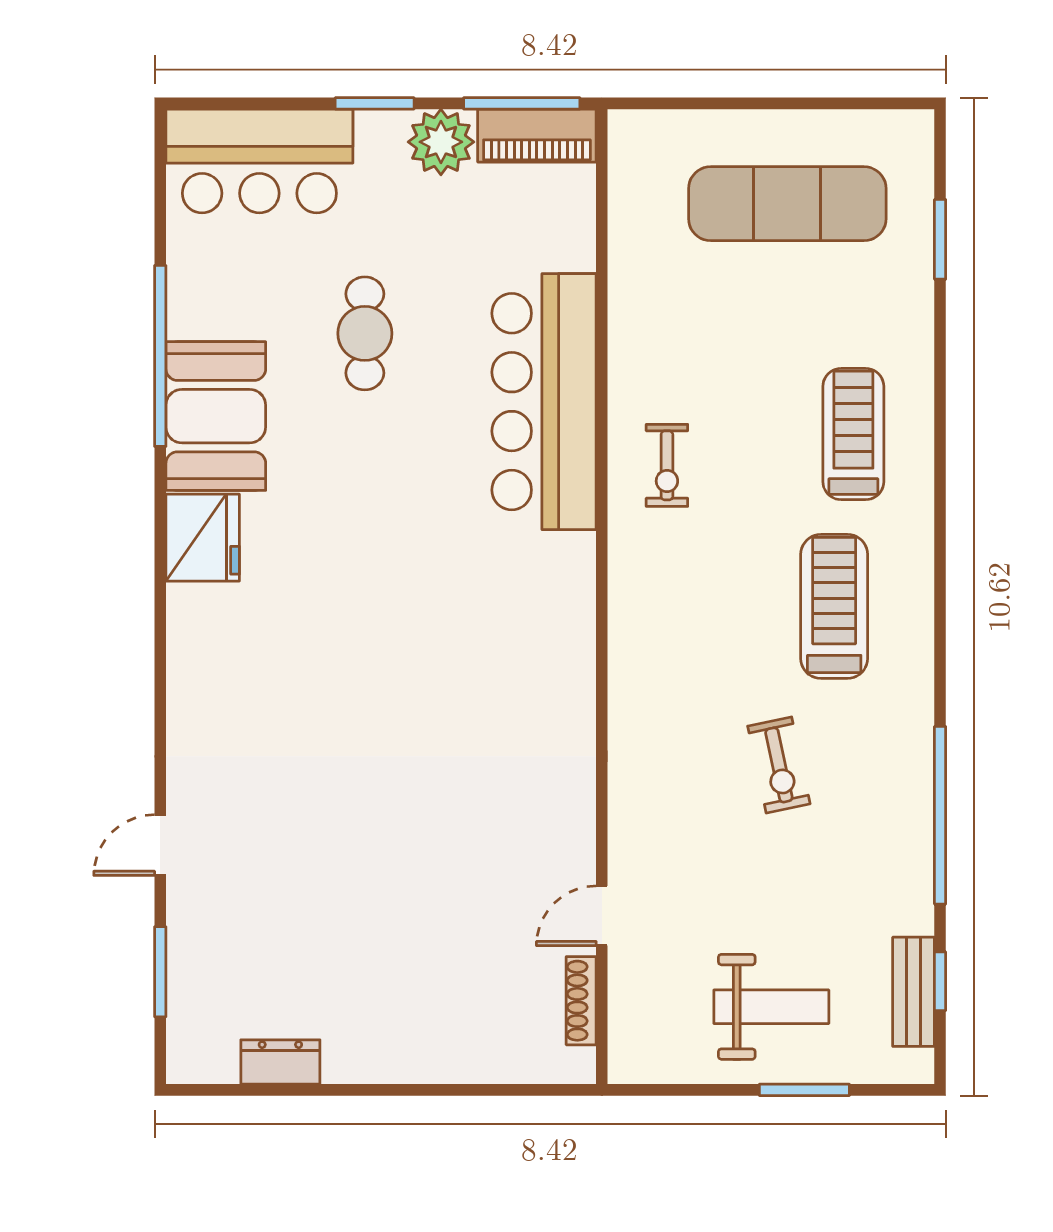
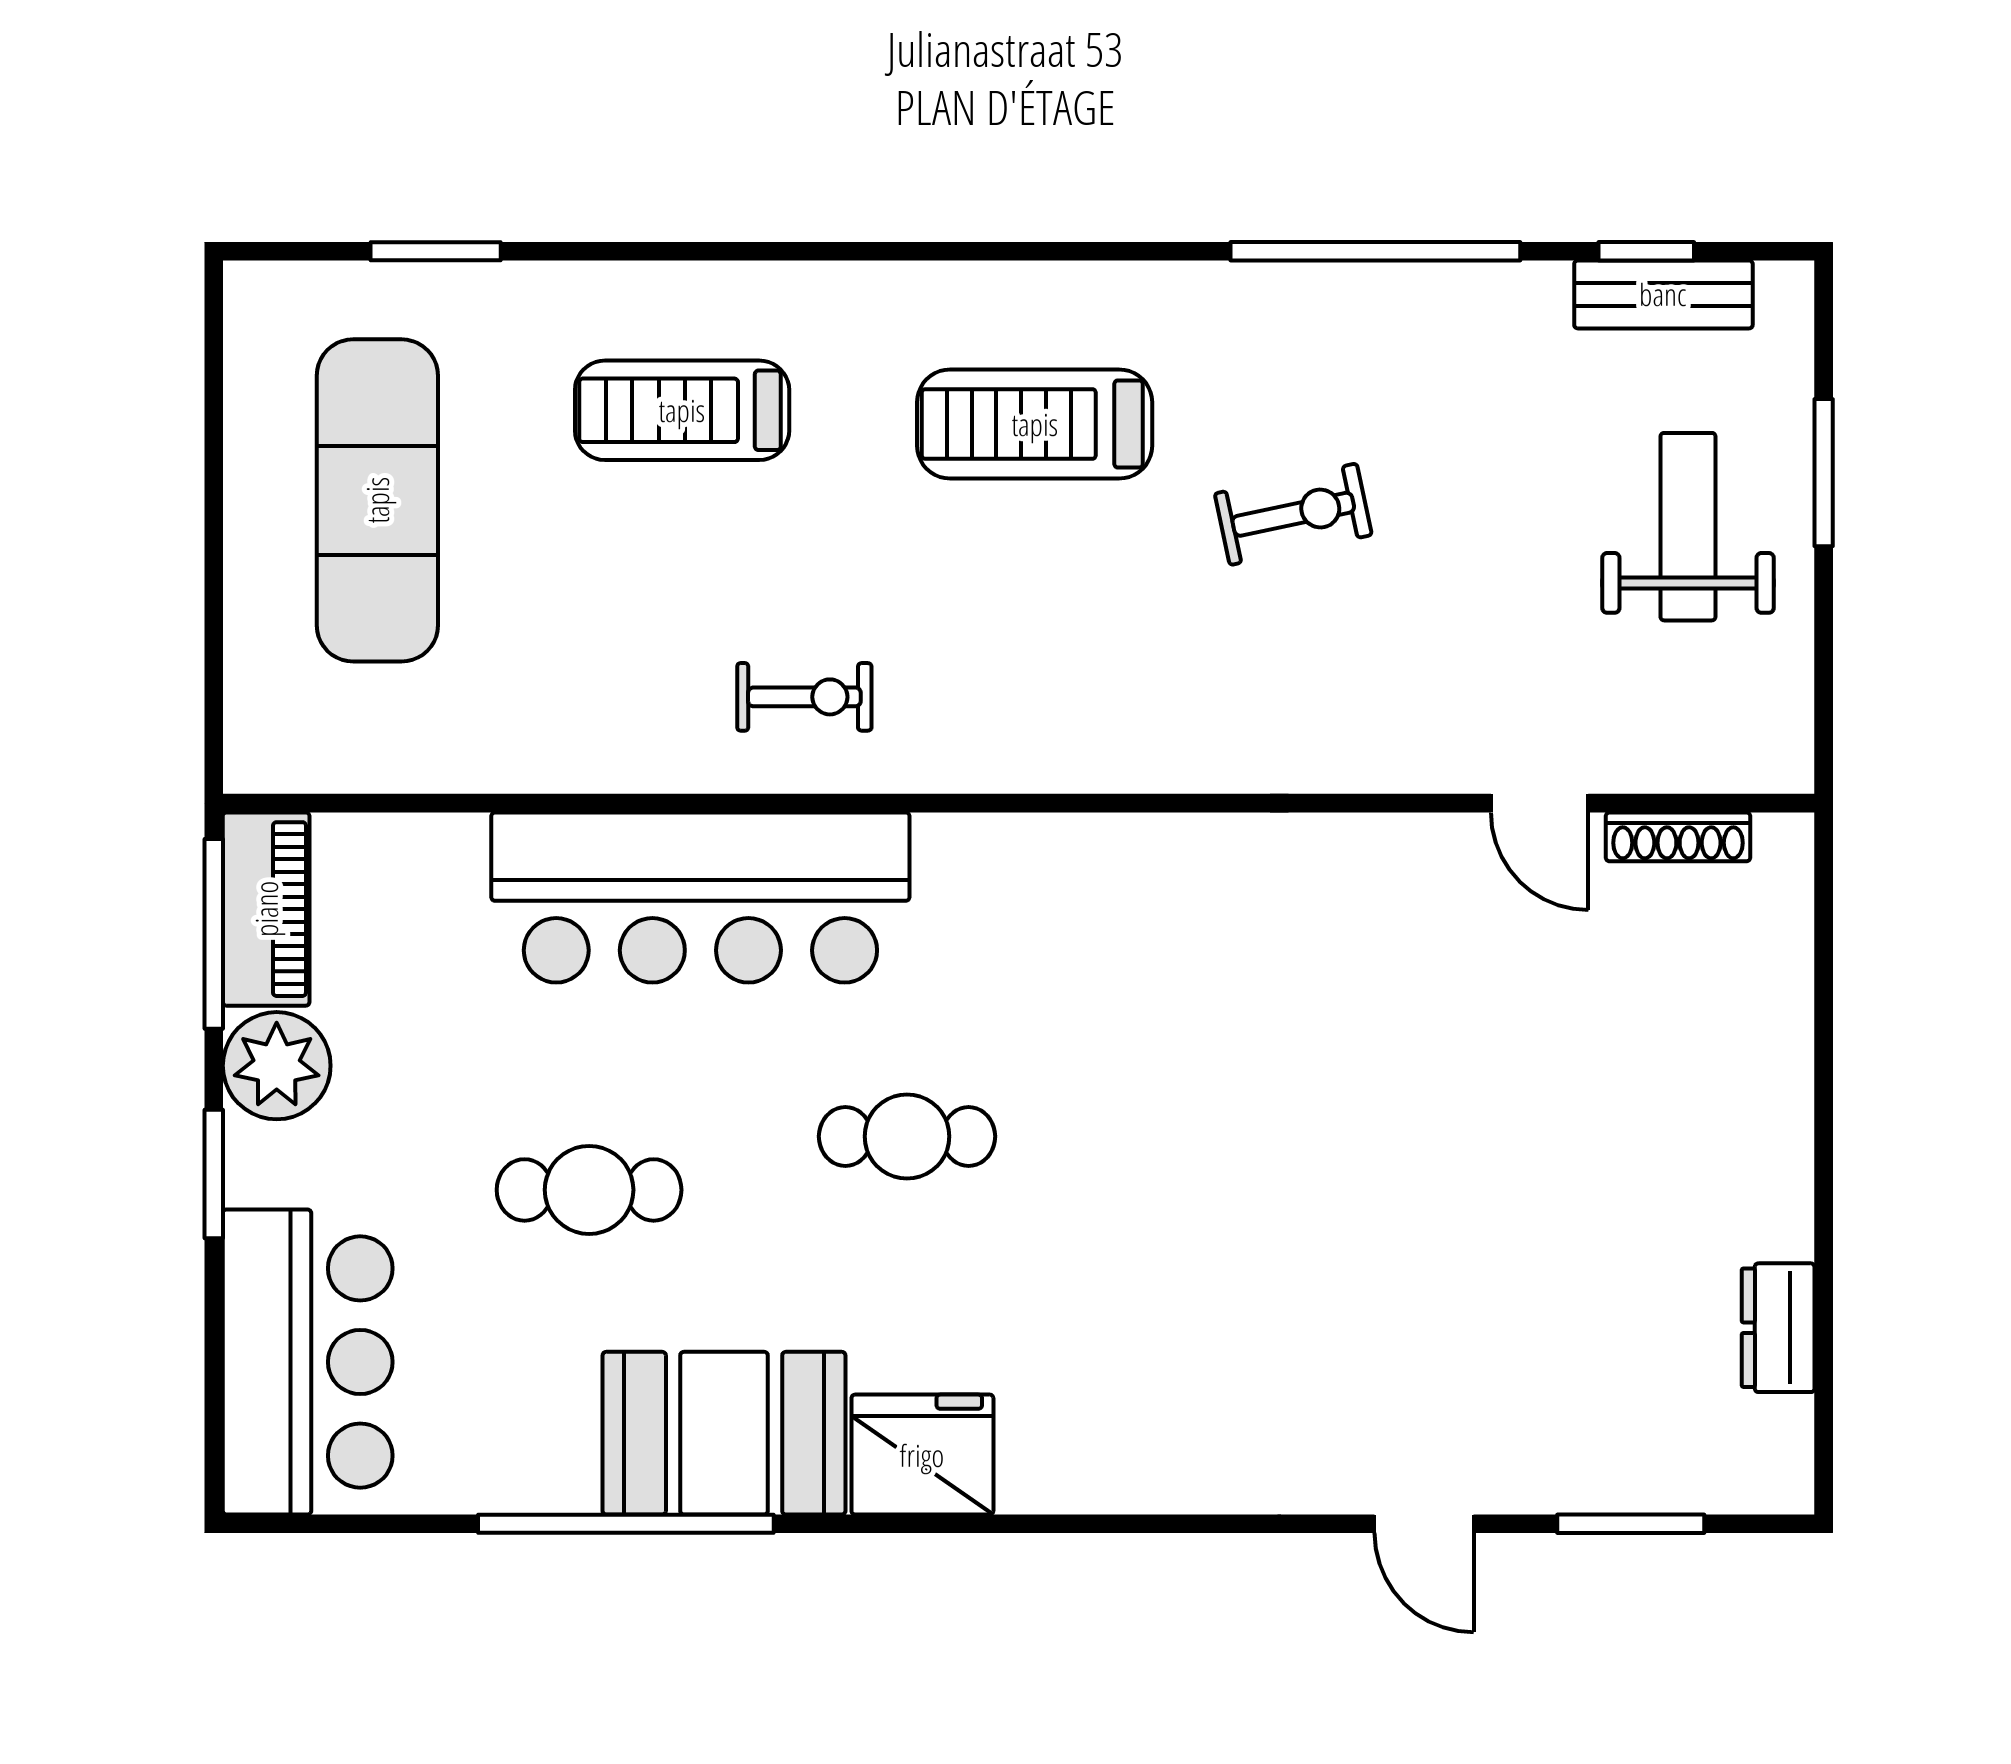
treadmill: (853, 434) -> (682, 410), moved
cafe table: (398, 528) -> (907, 1136), added

